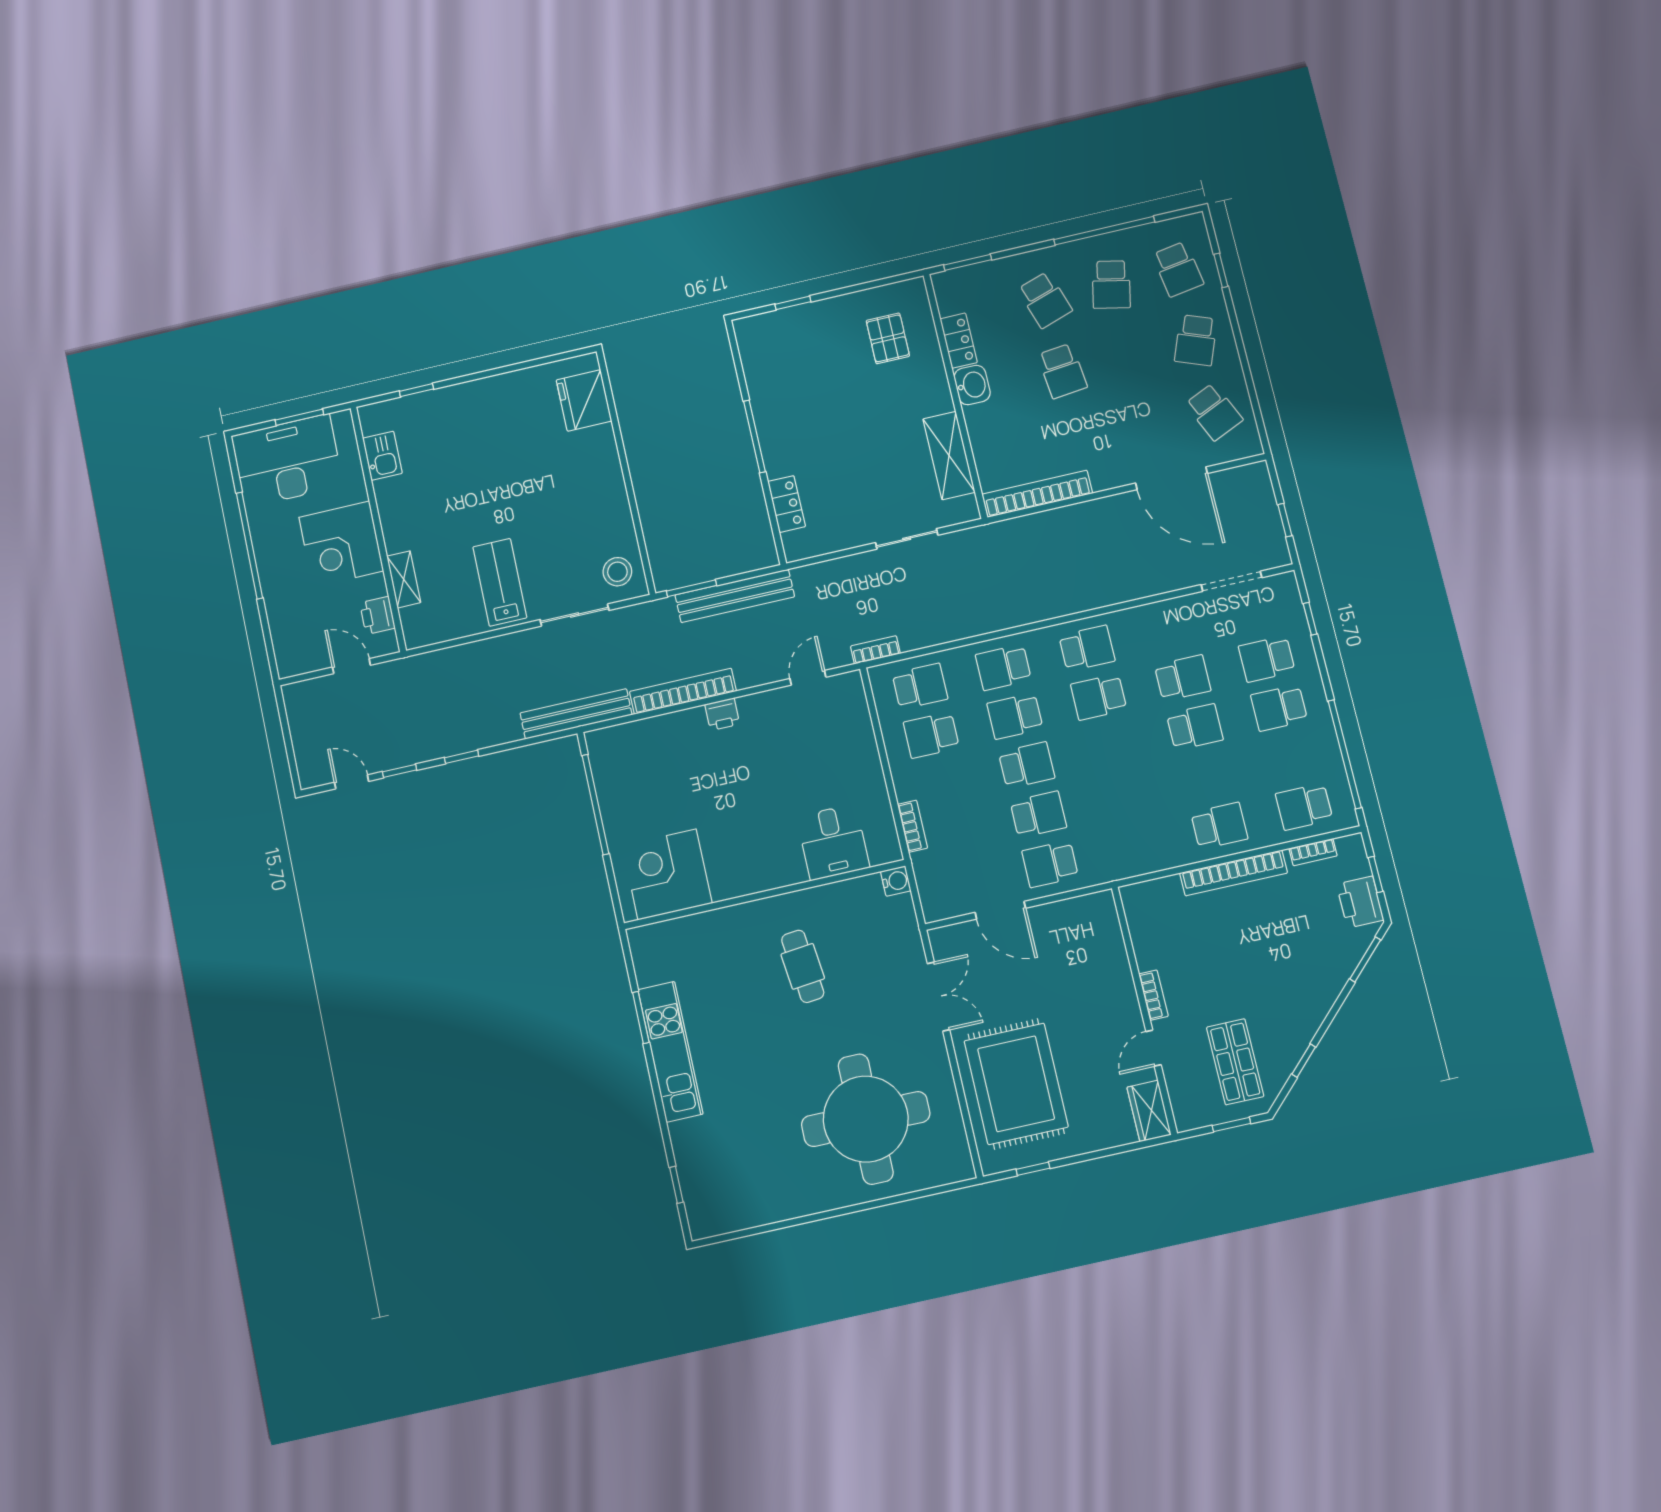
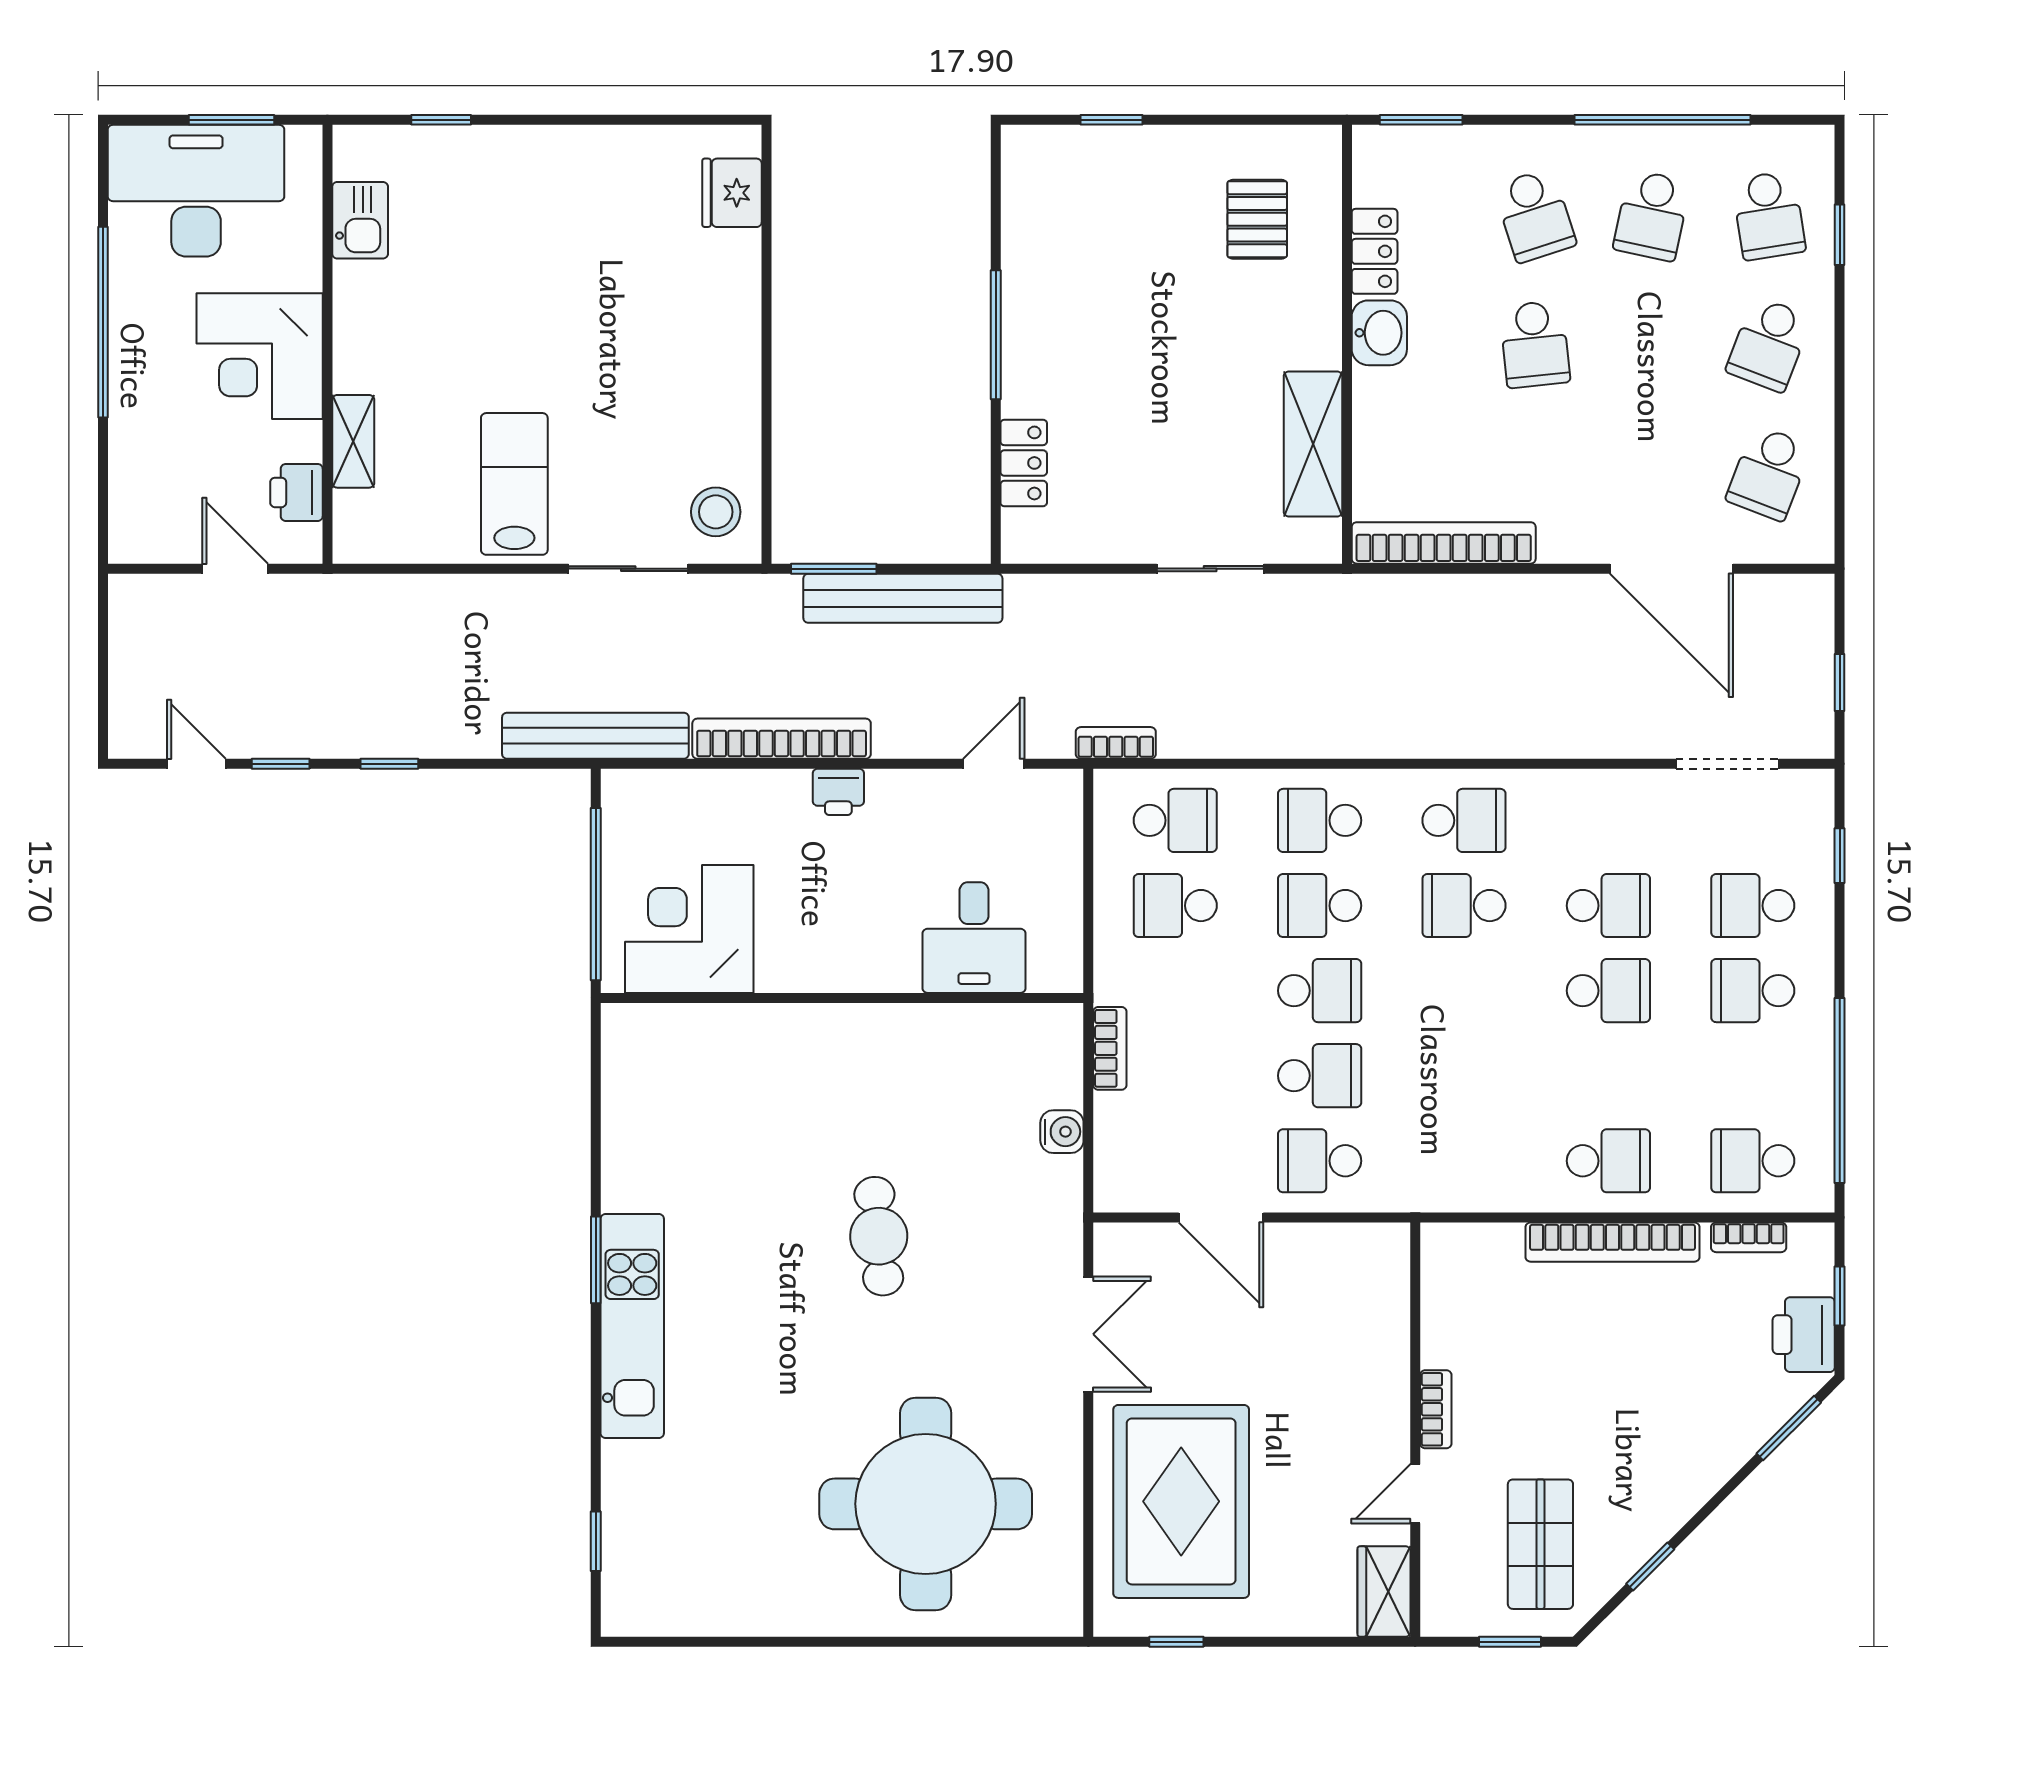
fridge: (584, 400) -> (732, 193), width x0.73, depth x0.75
school desk: (1214, 412) -> (1769, 473), turned 45
desk: (833, 842) -> (974, 938), moved
corner desk: (667, 874) -> (689, 929), moved
wall: (764, 895) -> (842, 998), moved

